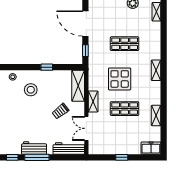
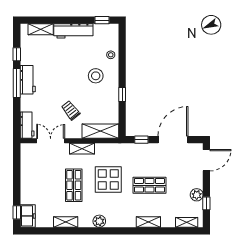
shop shelf: (125, 44) -> (149, 185), turned 90
shelving: (156, 70) -> (148, 222), moved
plant: (155, 87) -> (99, 221), added
workbench: (69, 149) -> (27, 125), width x0.73
window: (122, 157) -> (17, 212), moved

